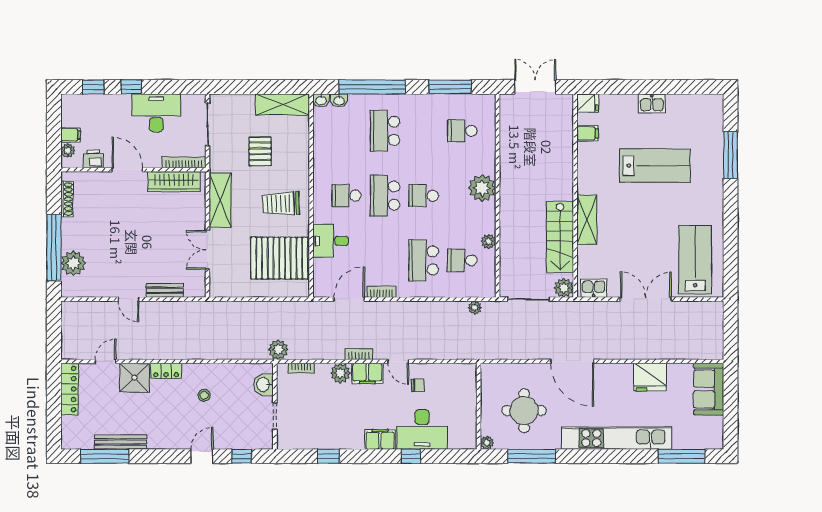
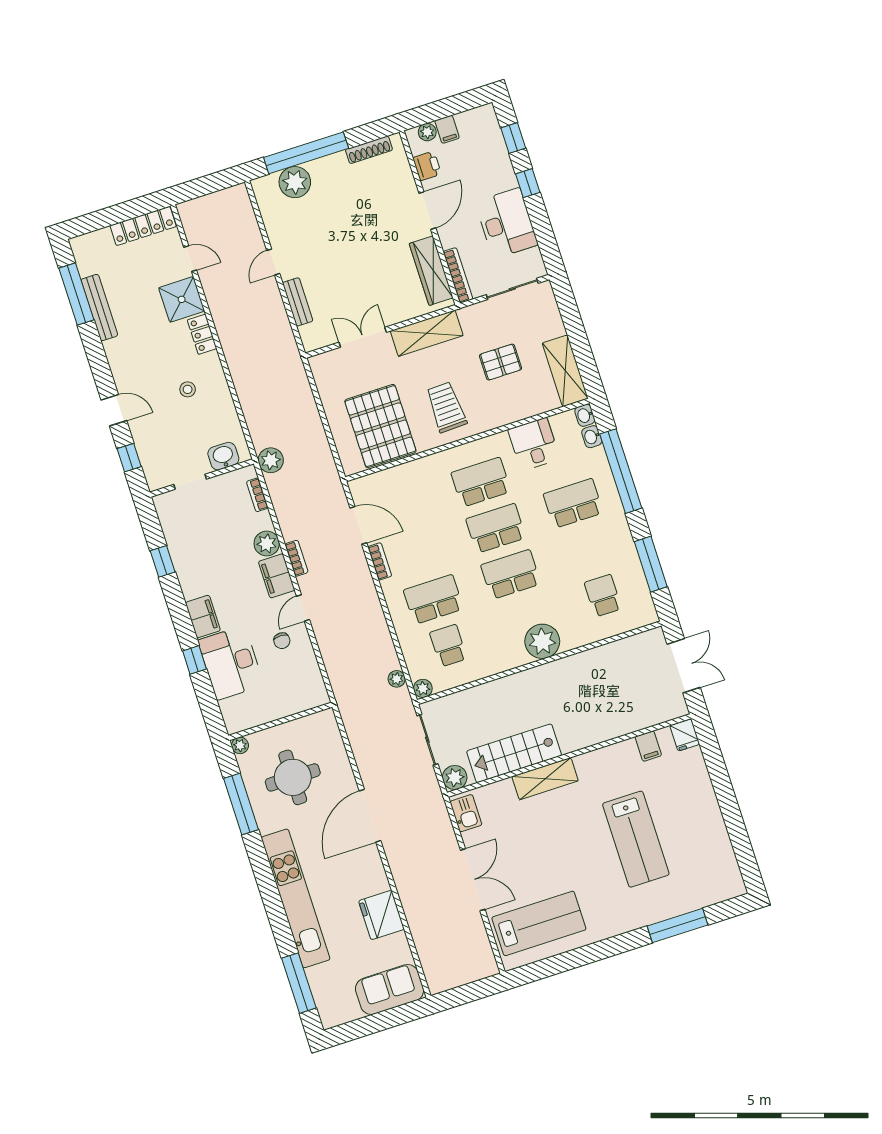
kitchen sink: (652, 103) -> (709, 812), removed
school desk: (346, 196) -> (481, 482), width x1.85
school desk: (424, 196) -> (511, 574), width x1.85
desk: (331, 241) -> (534, 444), moved
plant: (488, 242) -> (423, 688), moved

